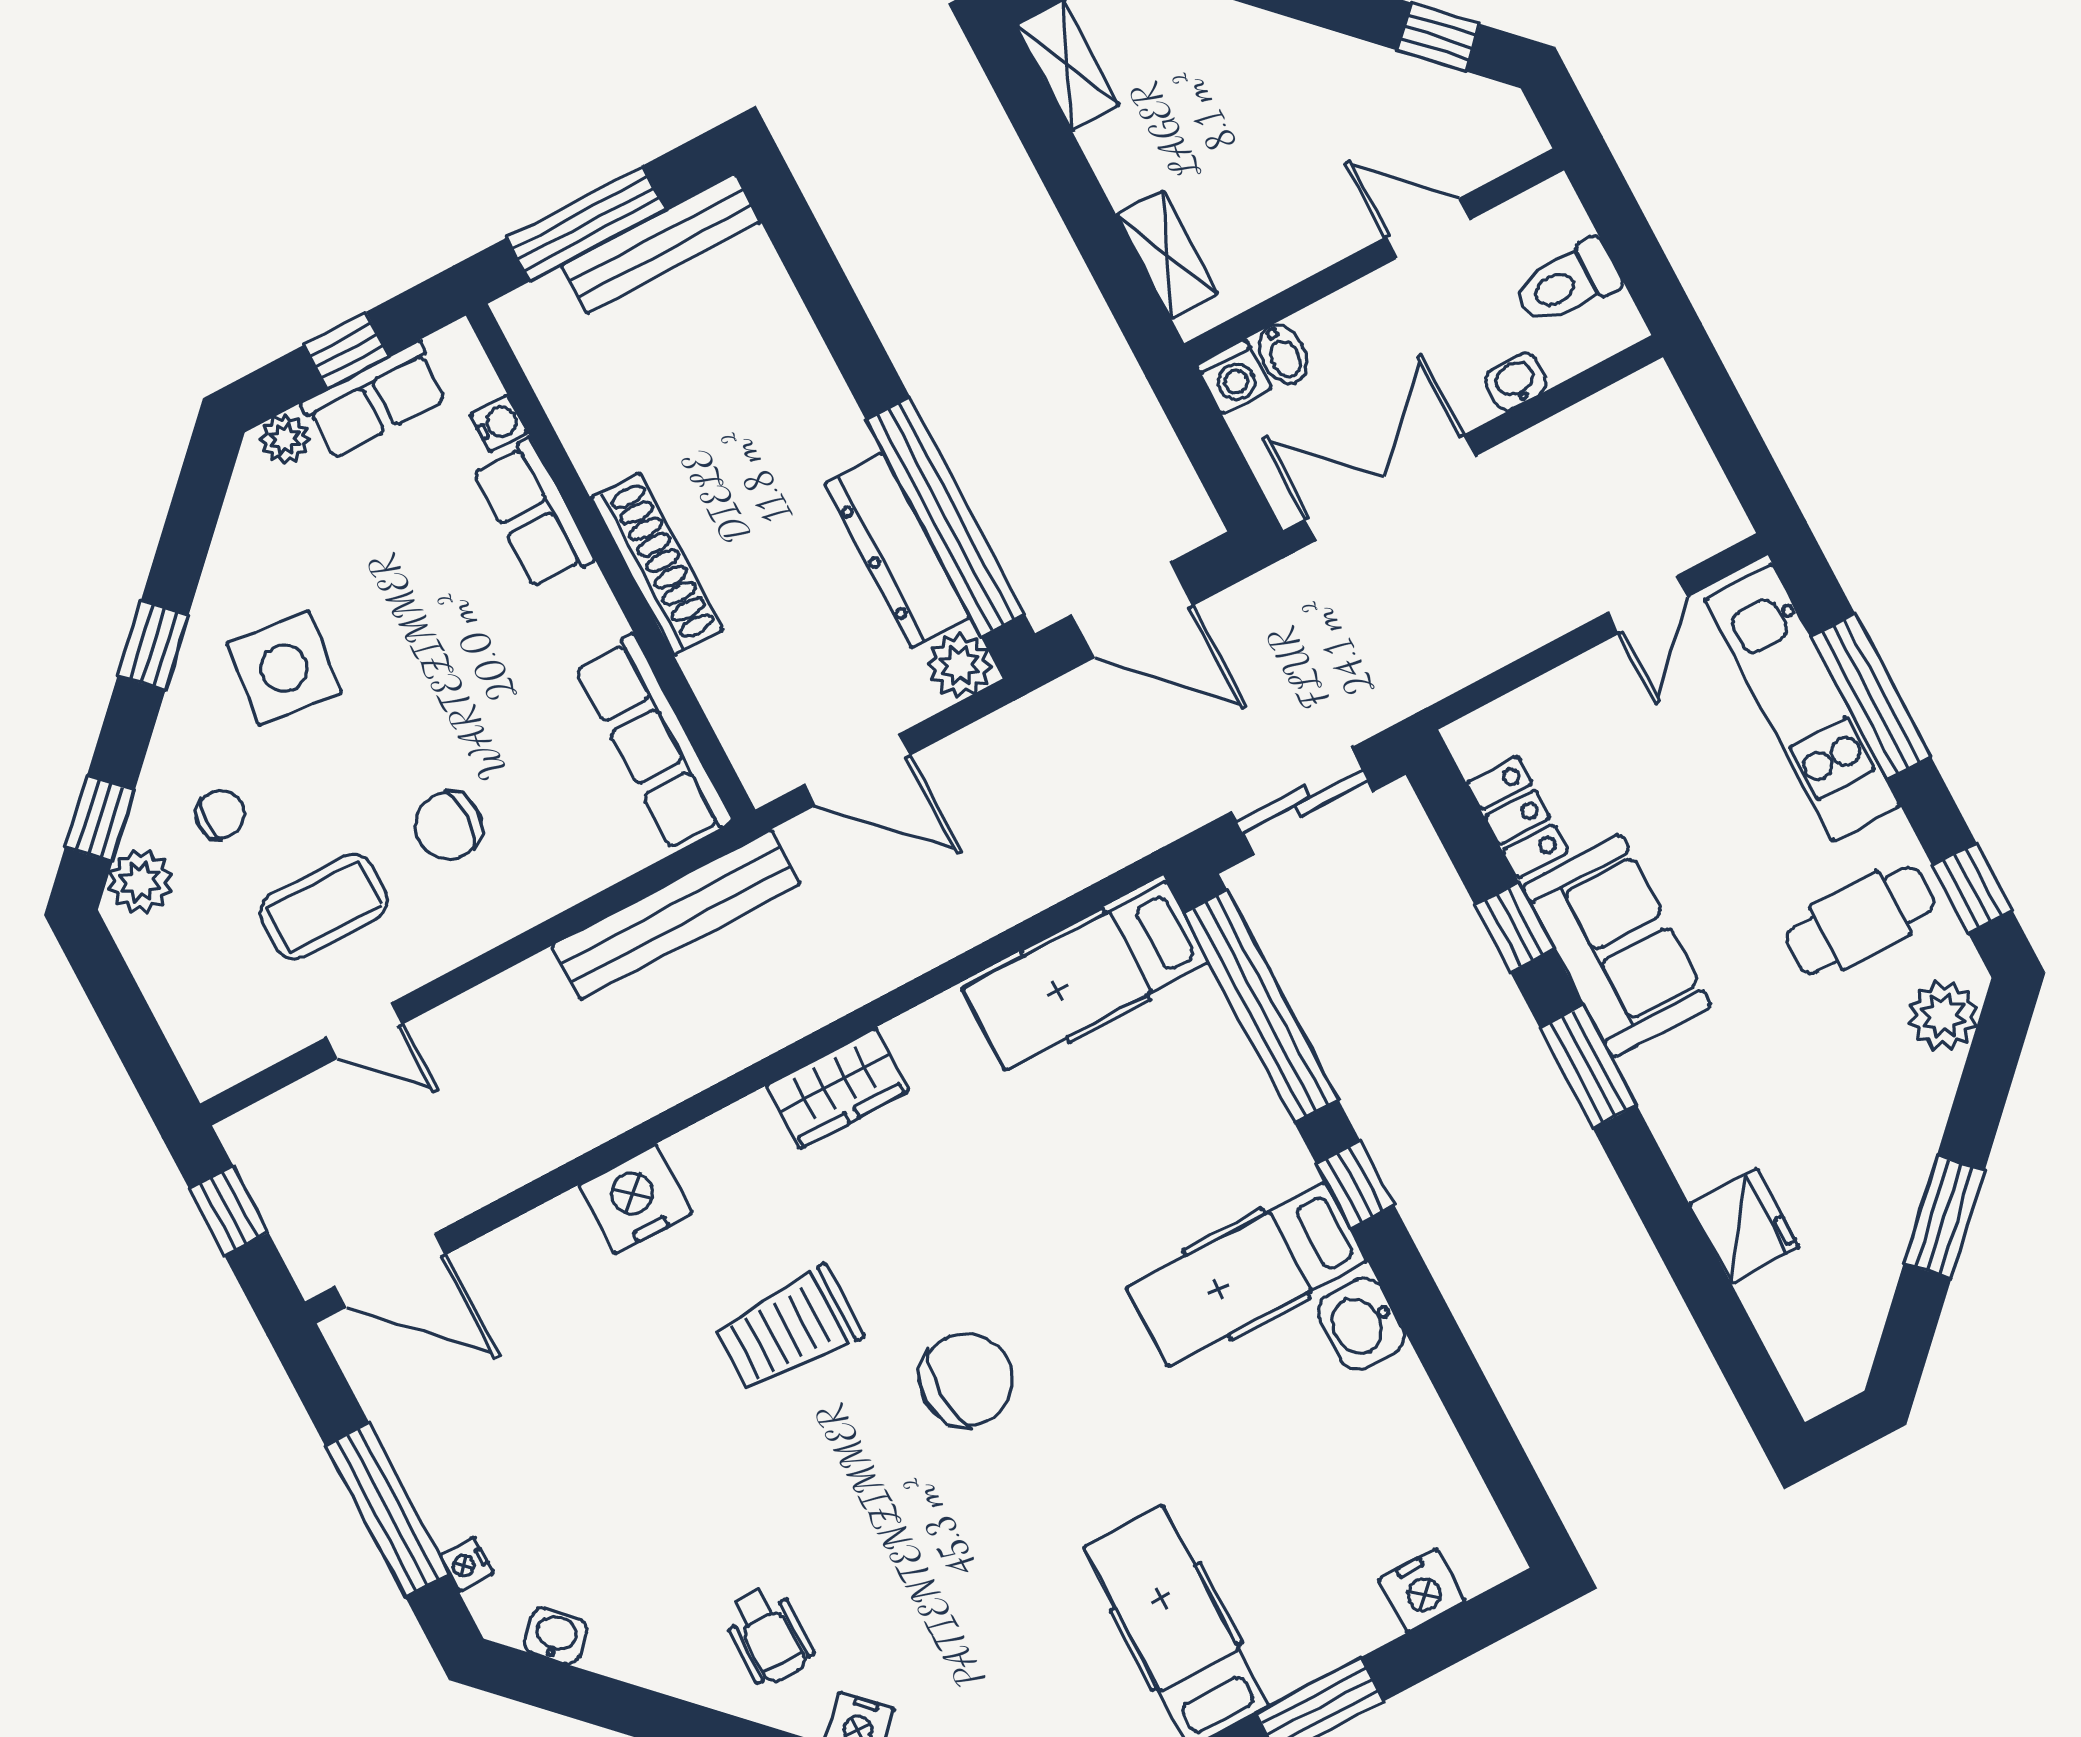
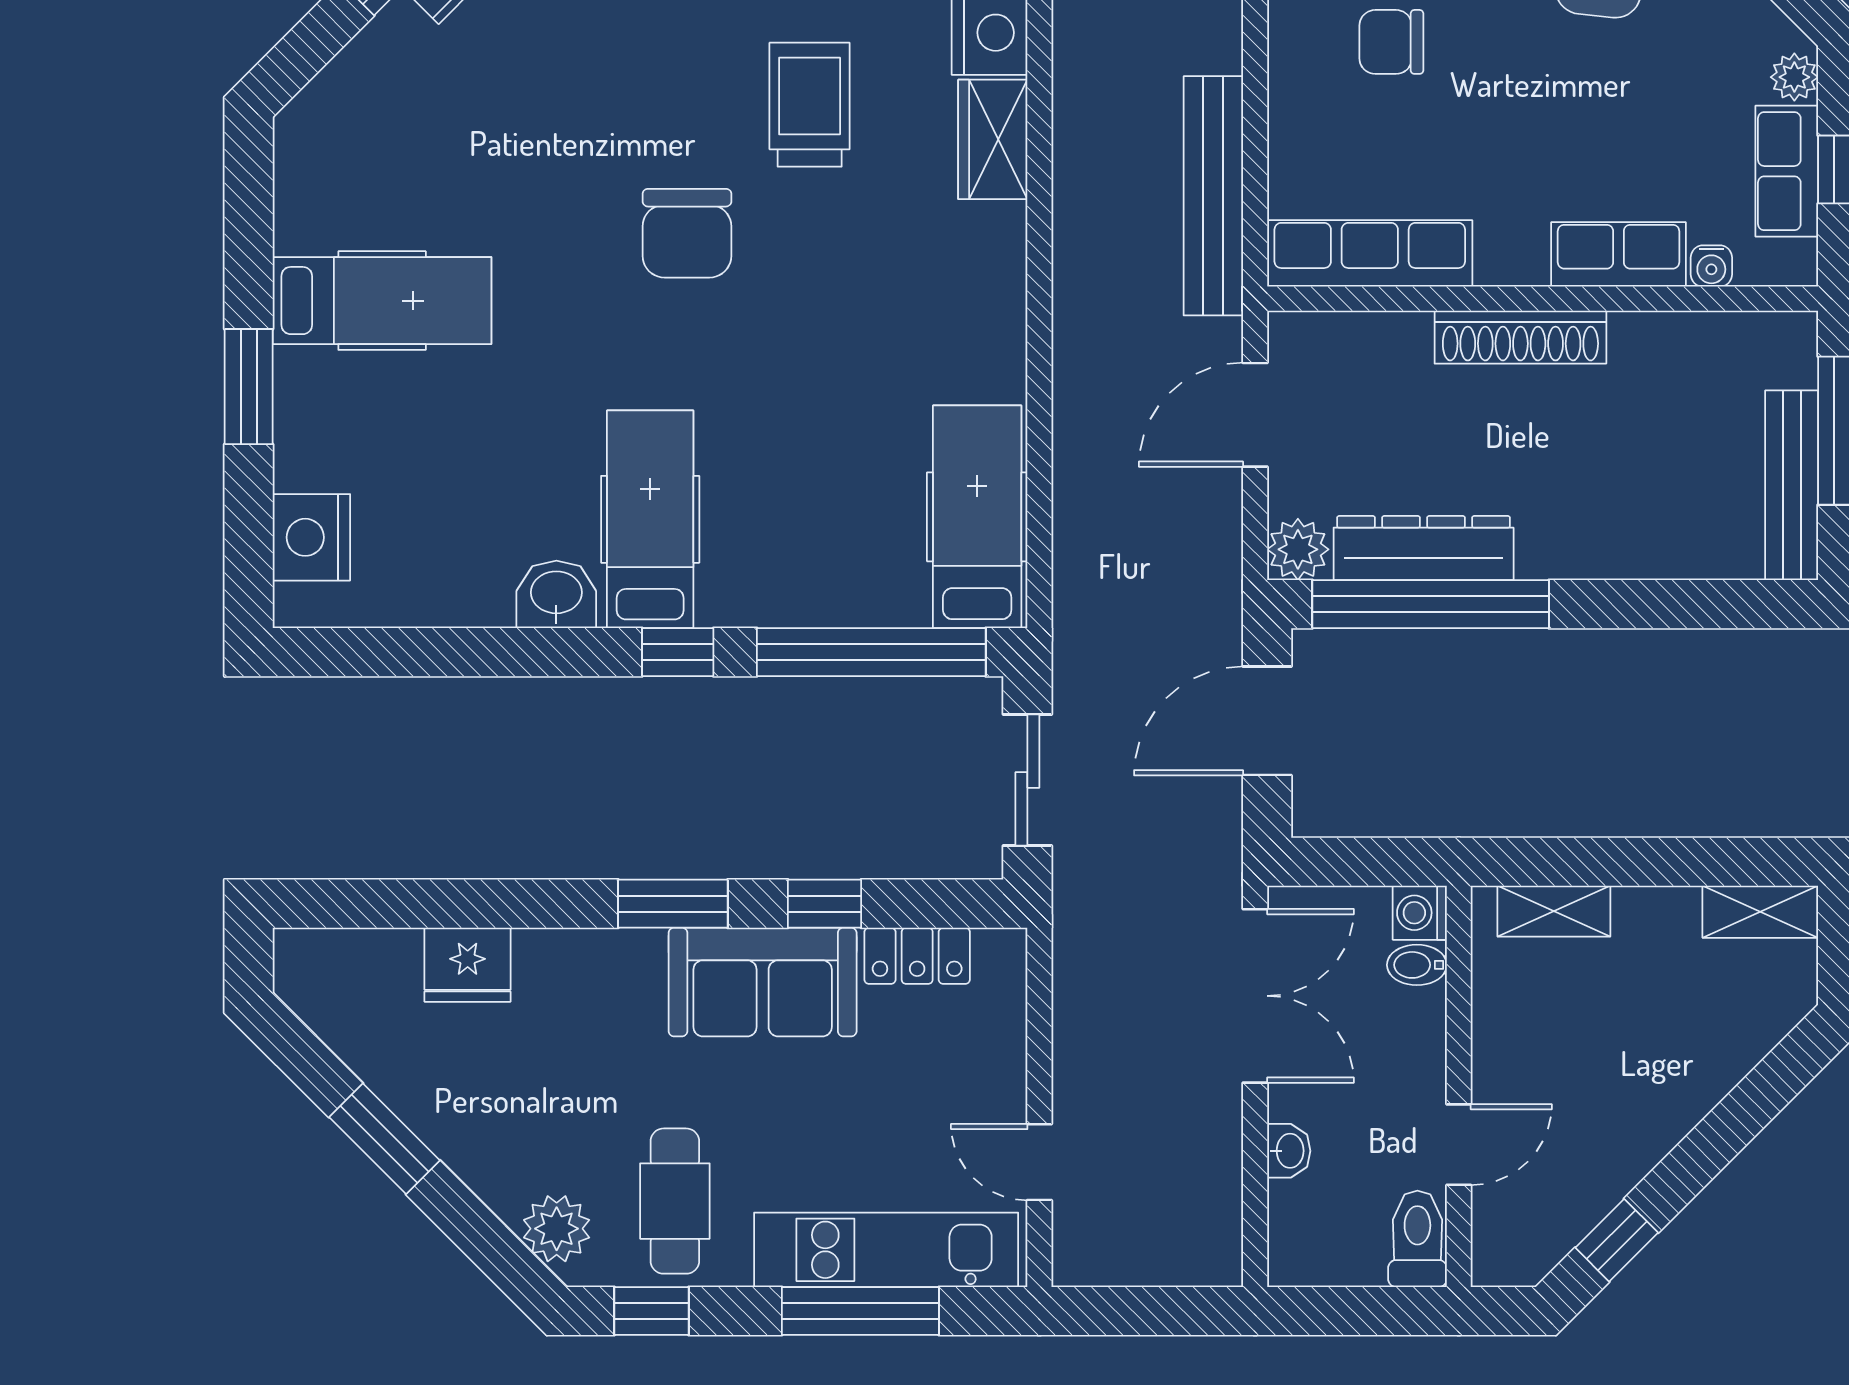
toilet: (1567, 283) -> (1417, 1239), moved
chair: (448, 826) -> (1391, 42), turned -90
wardrobe: (837, 1088) -> (993, 139), moved
nightstand: (1422, 1591) -> (311, 537), width x1.36, depth x1.33

